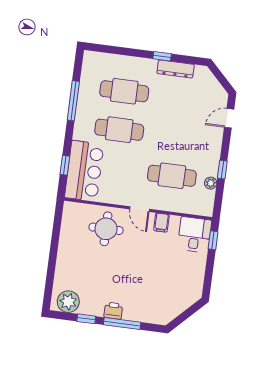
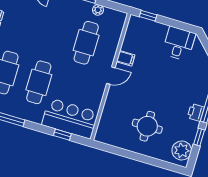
round table: (106, 229) -> (147, 126), moved
desk: (194, 235) -> (179, 44), moved, turned 90

